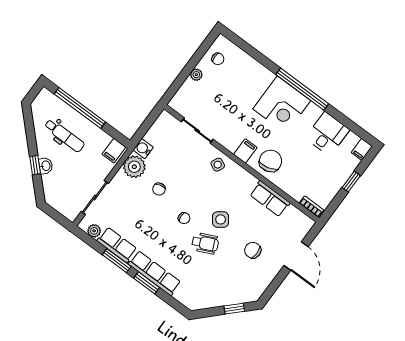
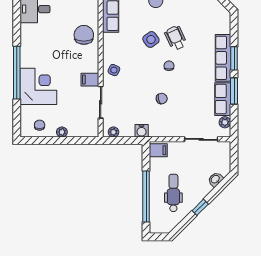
window: (302, 89) -> (17, 73), moved
corner desk: (282, 105) -> (38, 86), moved
filing cabinet: (245, 151) -> (90, 80), moved
chair: (271, 161) -> (84, 35), turned 104
window: (35, 165) -> (200, 207), moved
washbasin: (46, 166) -> (215, 179), moved
plant: (134, 167) -> (113, 132), moved, width x0.53, depth x0.53

